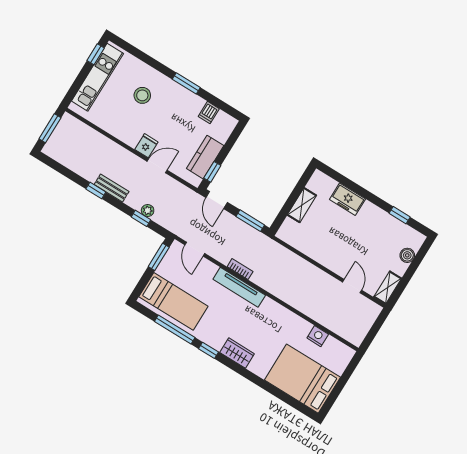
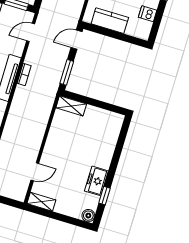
window: (212, 172) -> (99, 30), removed
freezer: (347, 199) -> (96, 181), moved
shelving: (302, 205) -> (71, 106), moved
boiler: (407, 255) -> (88, 216), moved

